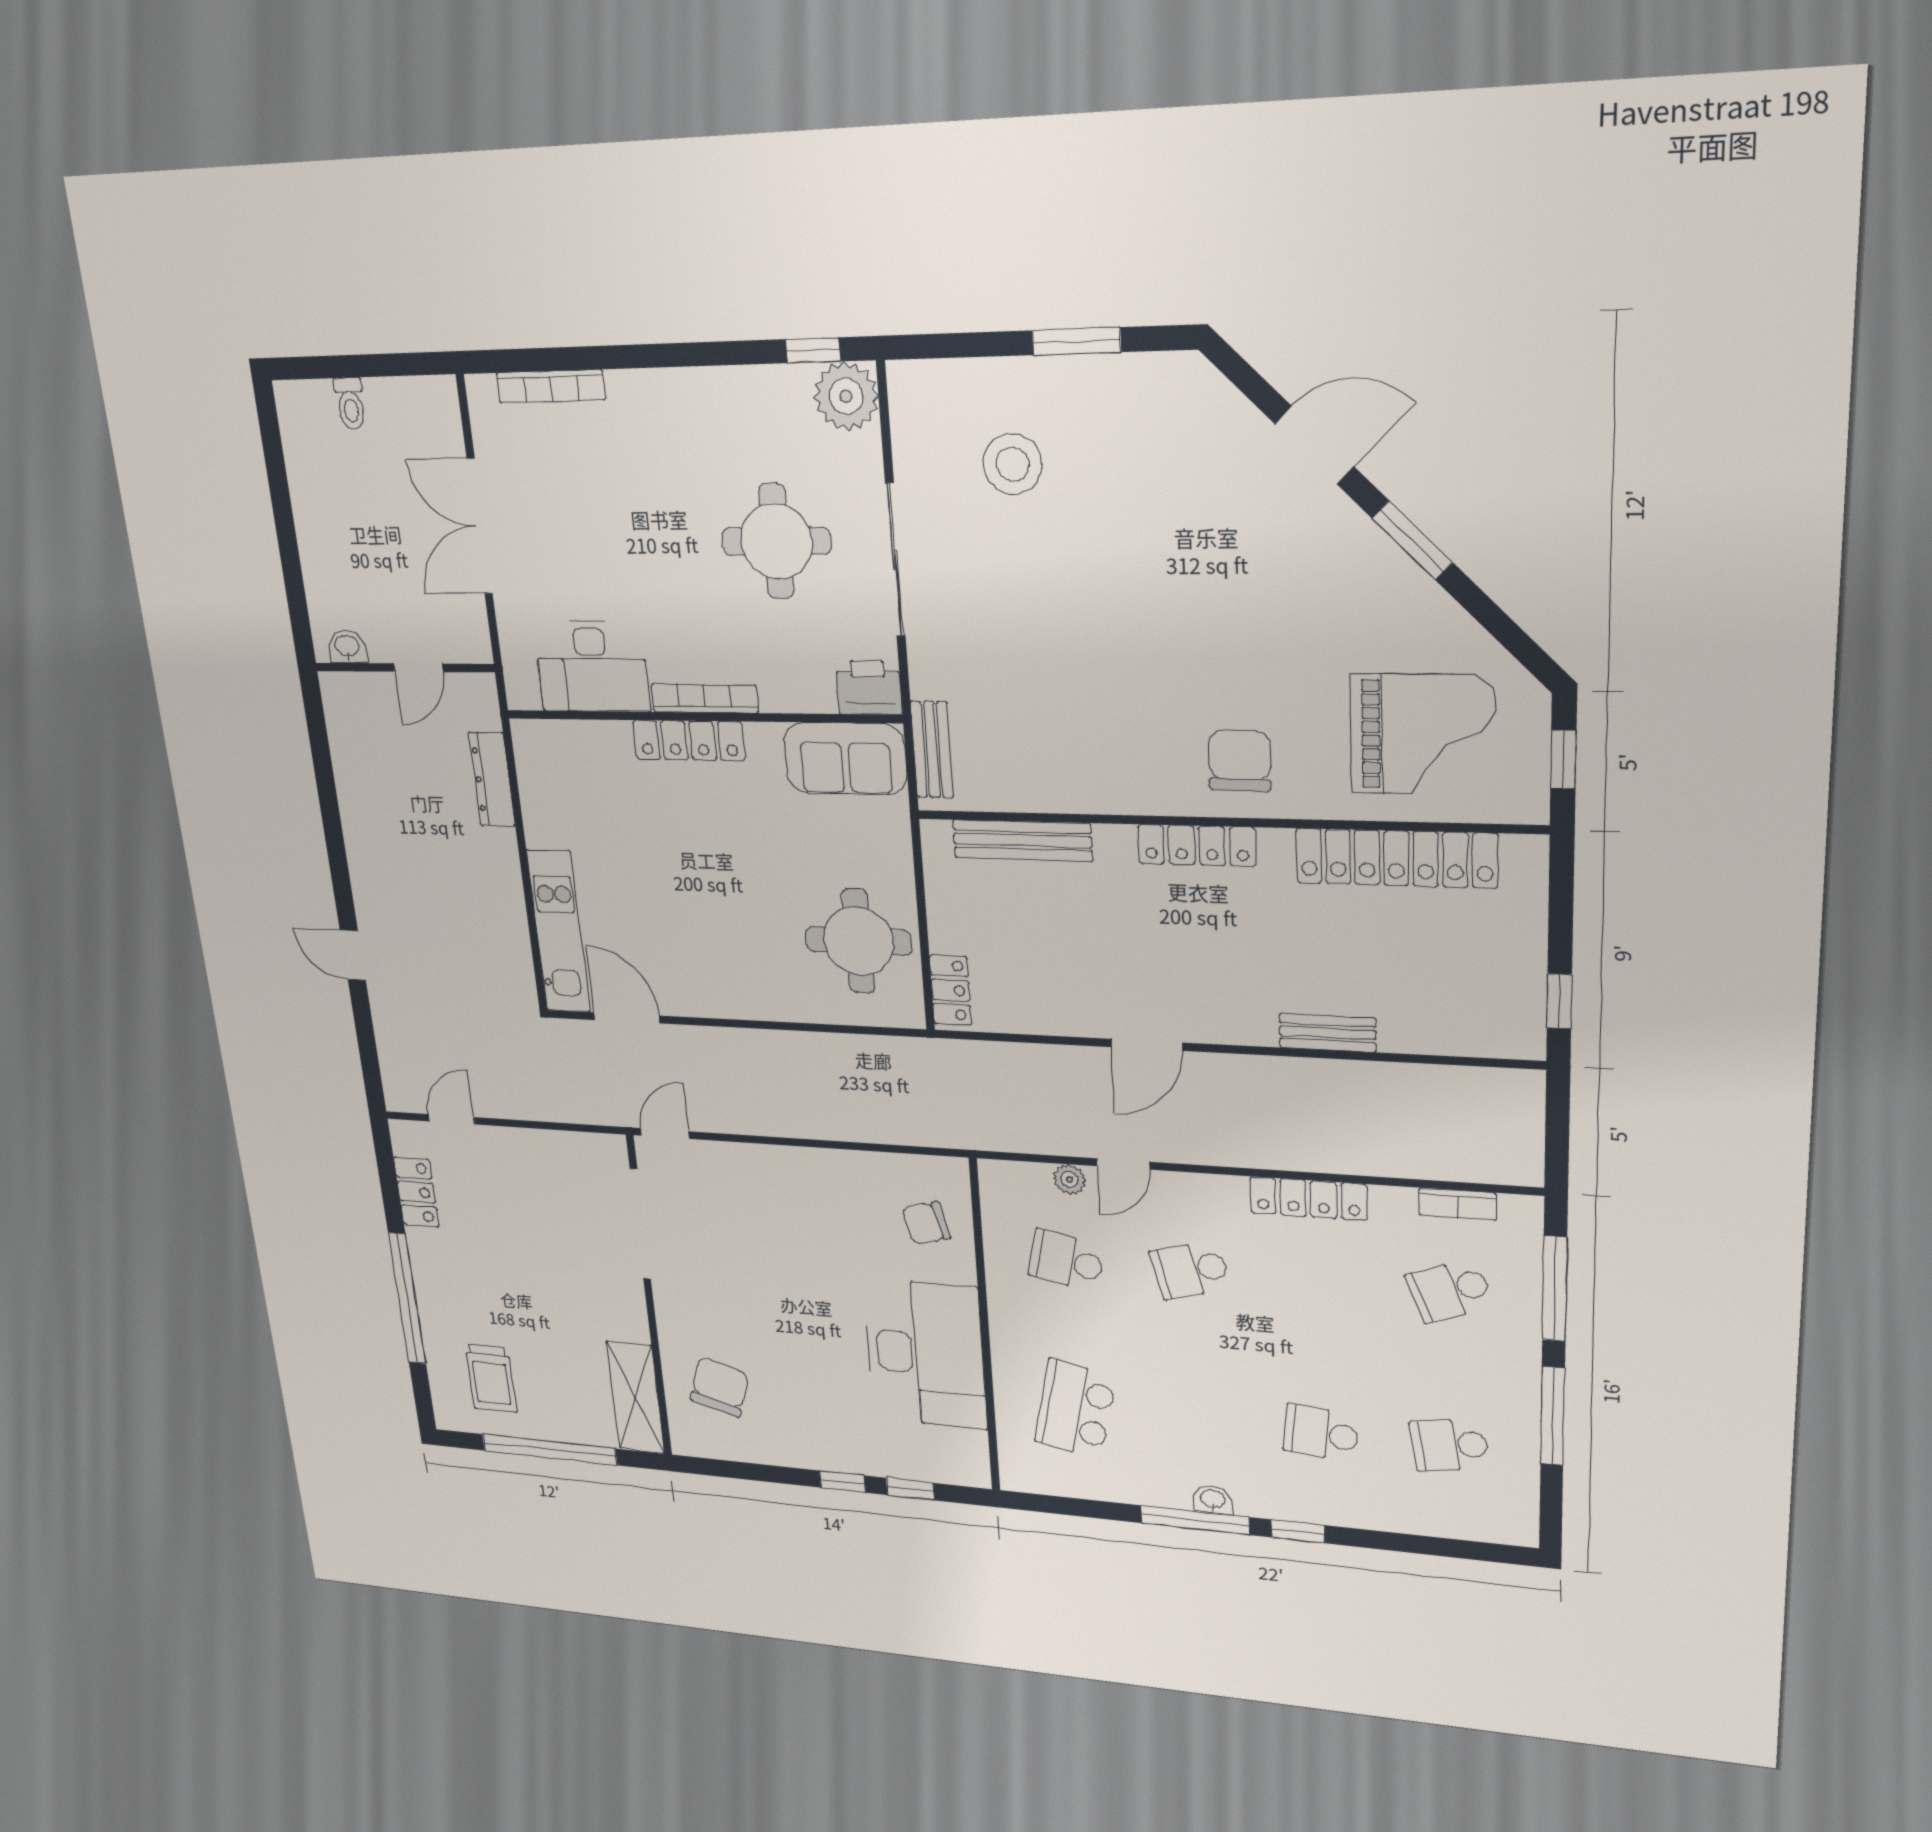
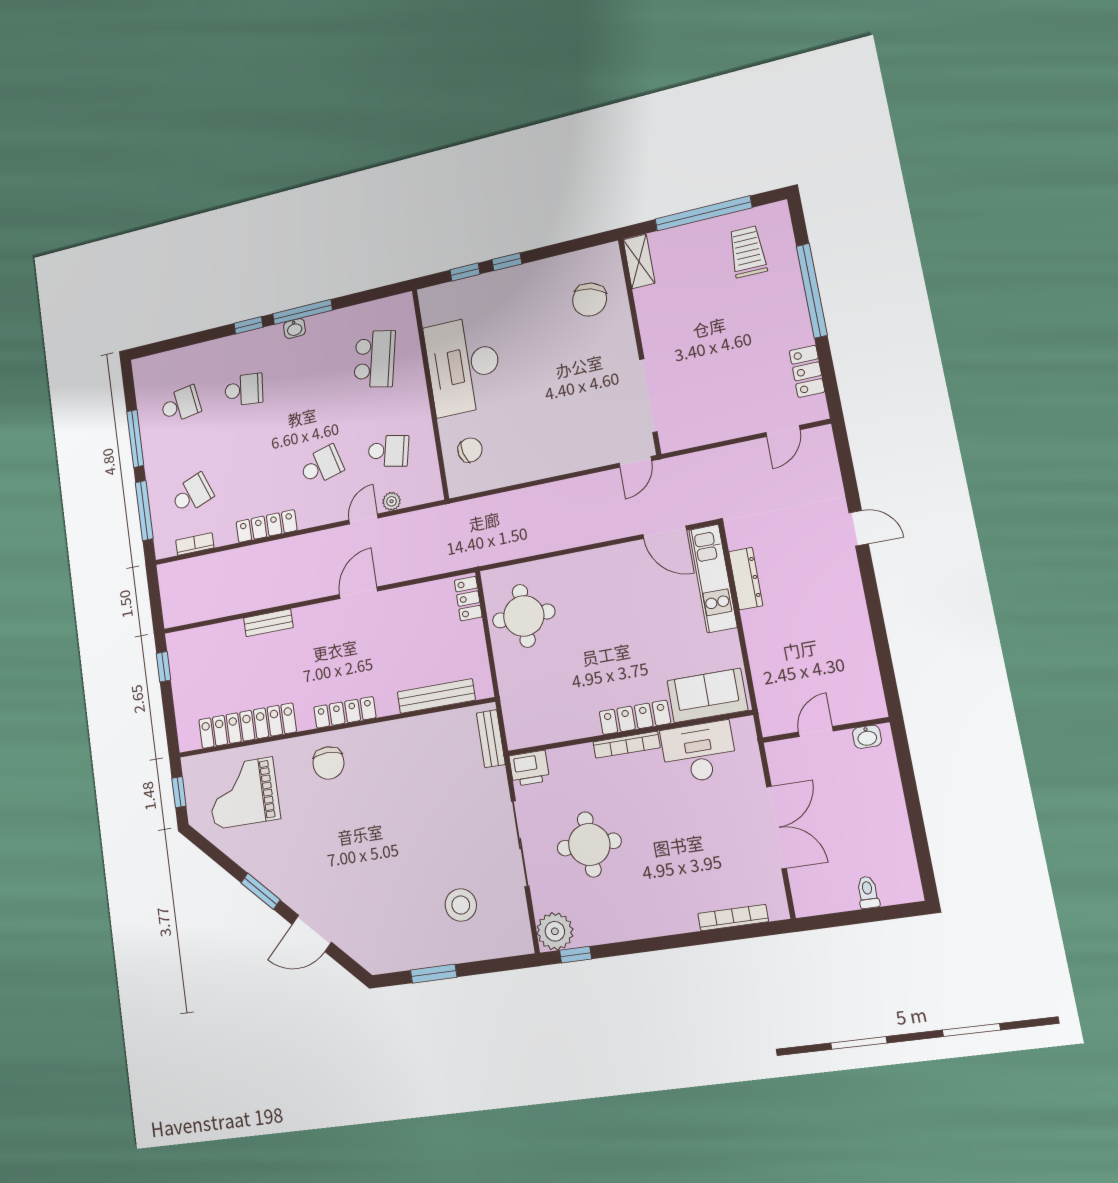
sofa: (845, 759) -> (707, 695), moved
dresser: (492, 780) -> (746, 579), moved
shelving: (636, 1397) -> (639, 261), width x0.67, depth x0.75

